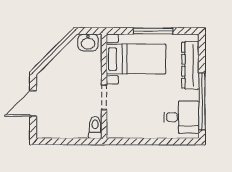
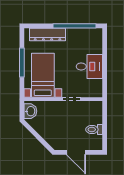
desk: (181, 117) -> (89, 66), moved, turned 90
toilet: (95, 127) -> (94, 130), moved

